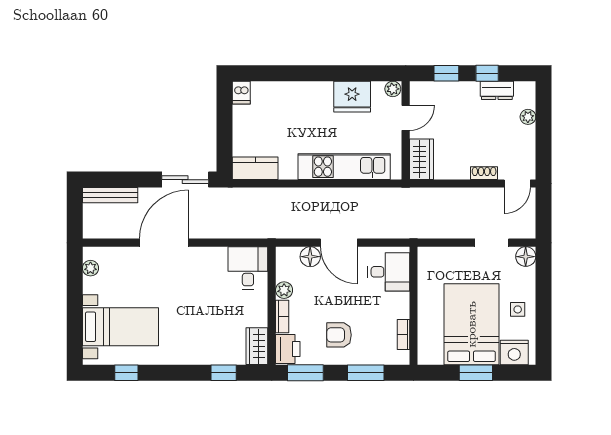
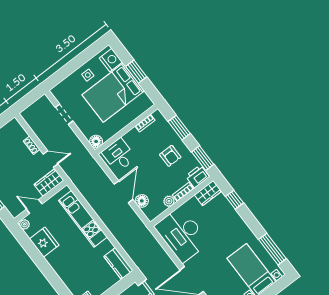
door: (517, 184) -> (51, 159), moved
floor lamp: (526, 257) -> (96, 141), moved
desk: (248, 268) -> (182, 234), width x1.87, depth x1.30
window: (126, 373) -> (272, 249), width x2.17

